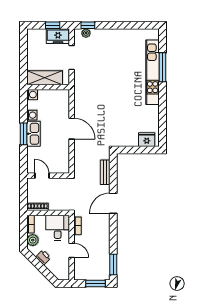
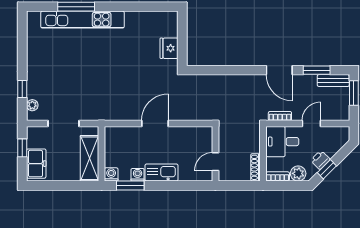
window: (88, 25) -> (22, 89), moved
freezer: (58, 36) -> (36, 164), moved
window: (23, 134) -> (130, 185), moved
fridge: (147, 140) -> (169, 48), moved
bench: (105, 172) -> (333, 81), moved
door: (113, 203) -> (279, 70), moved
window: (36, 262) -> (327, 169), added
window: (113, 265) -> (317, 70), moved

